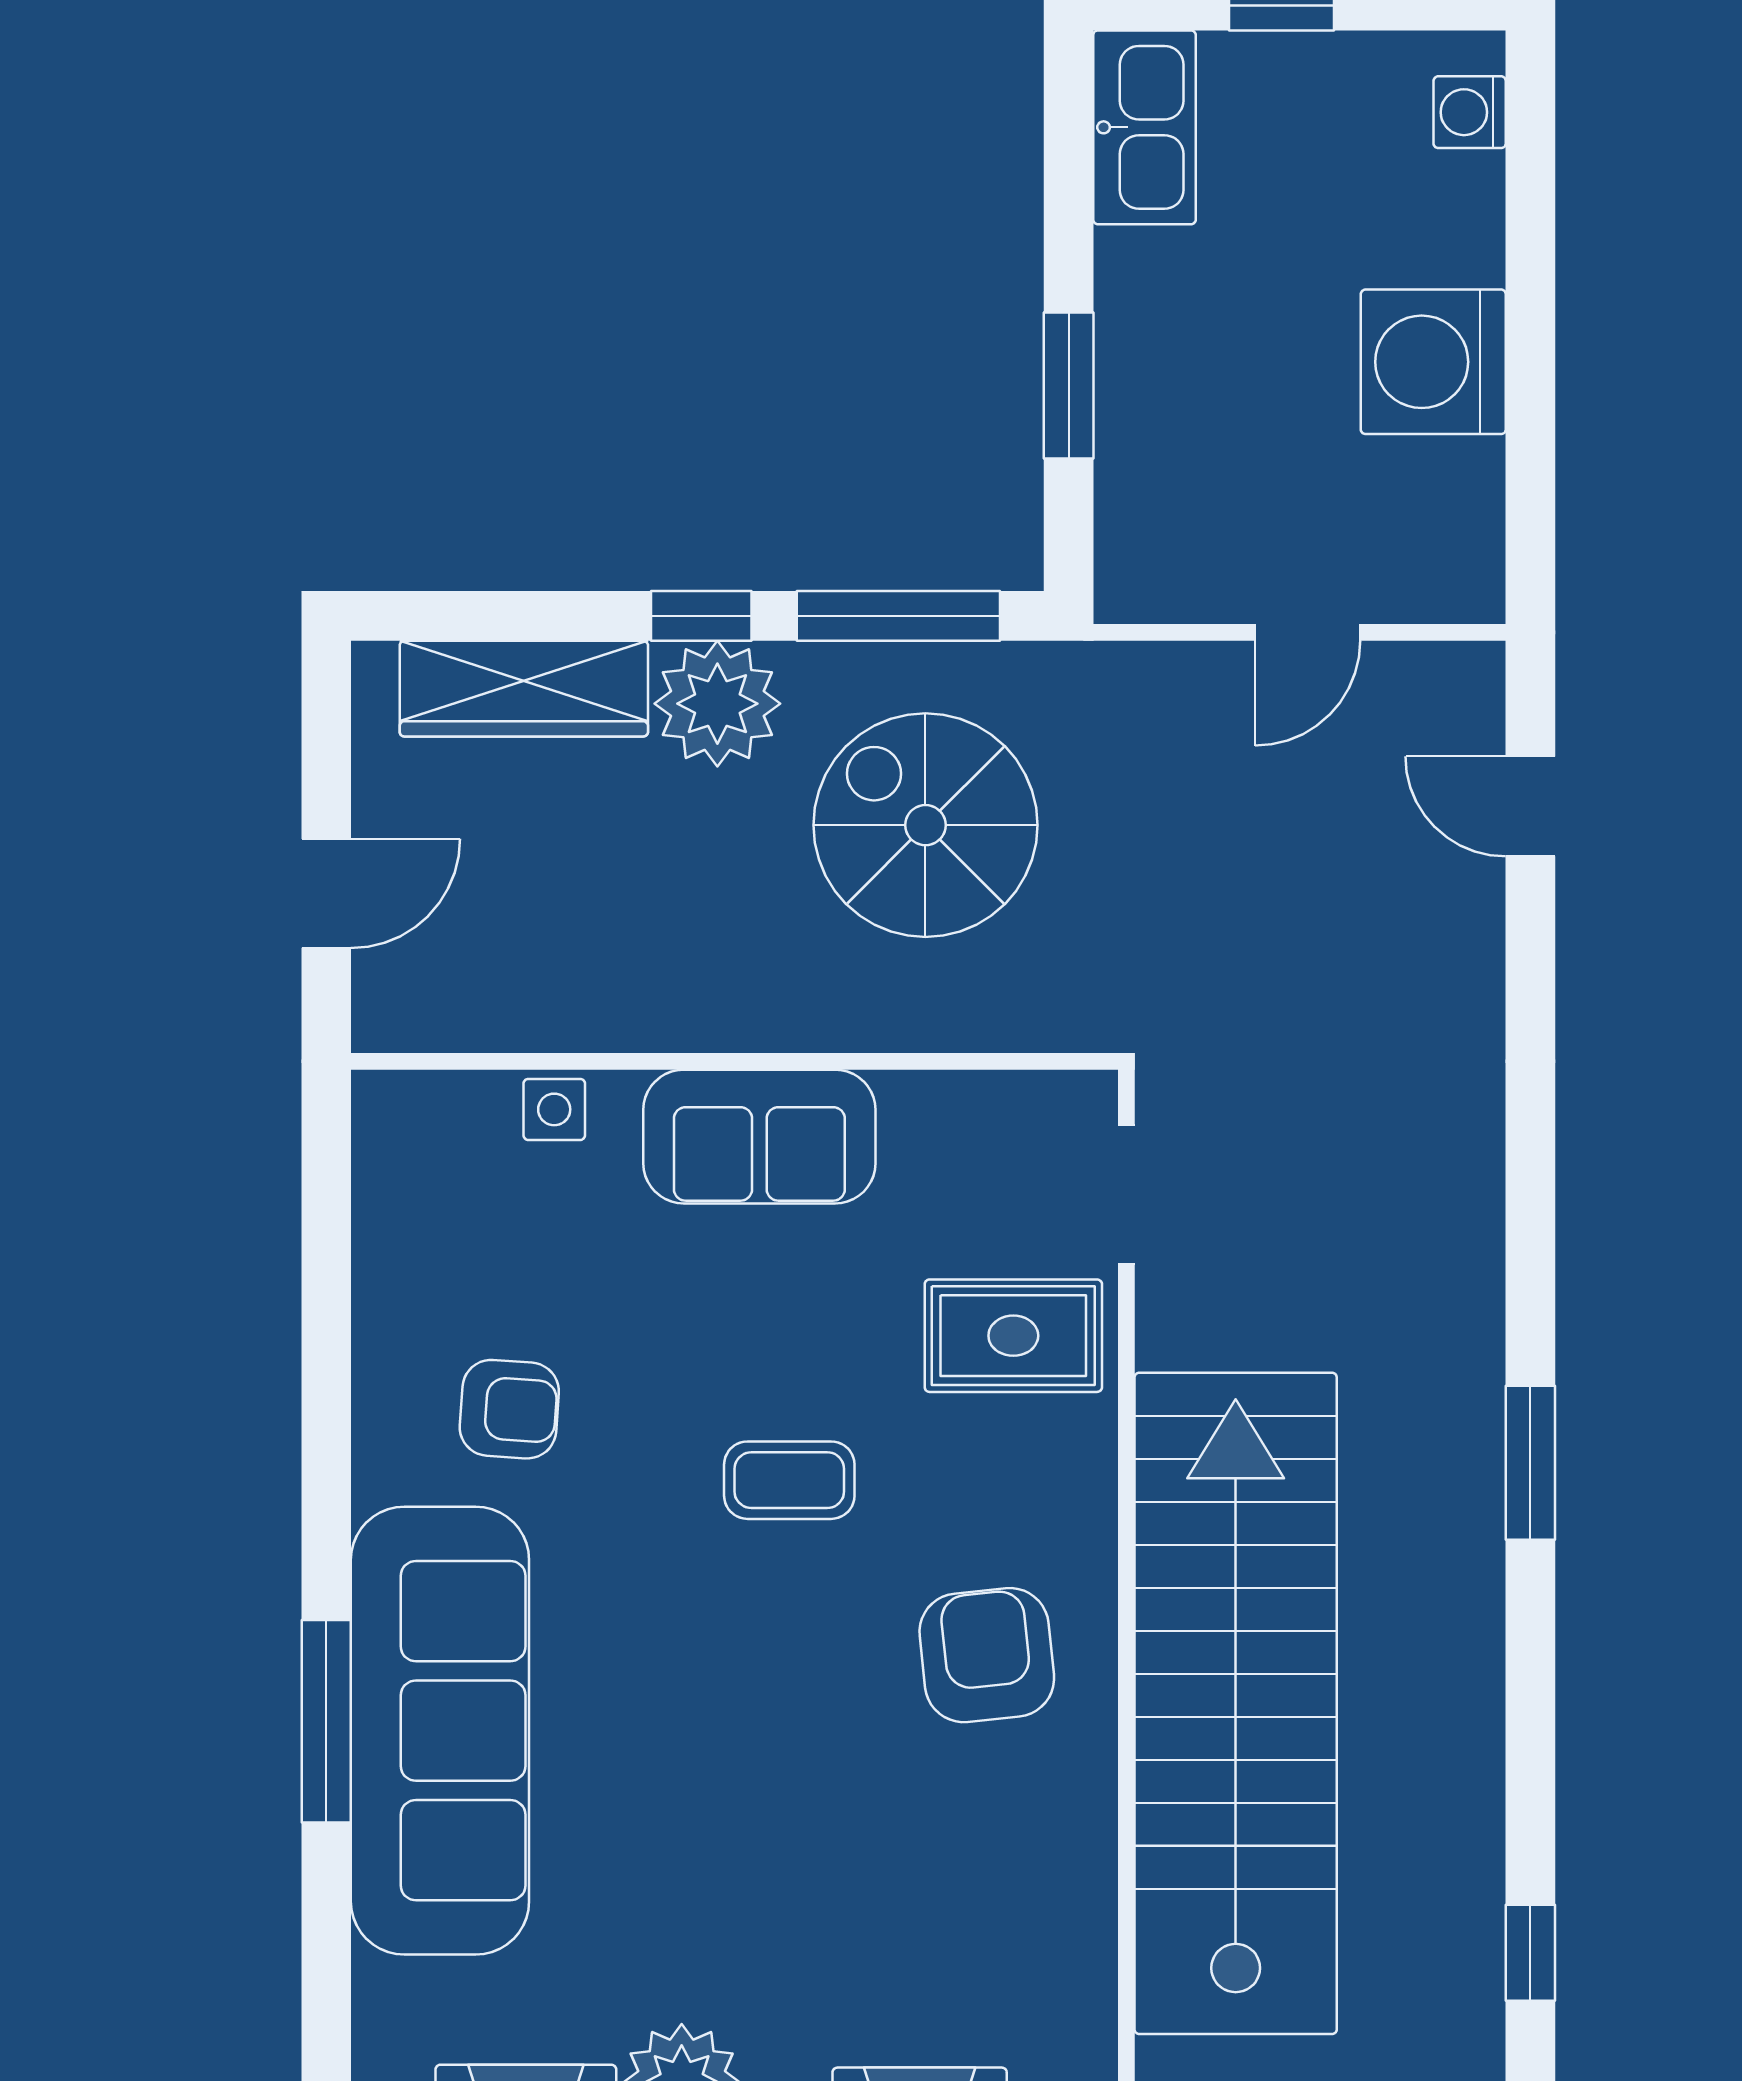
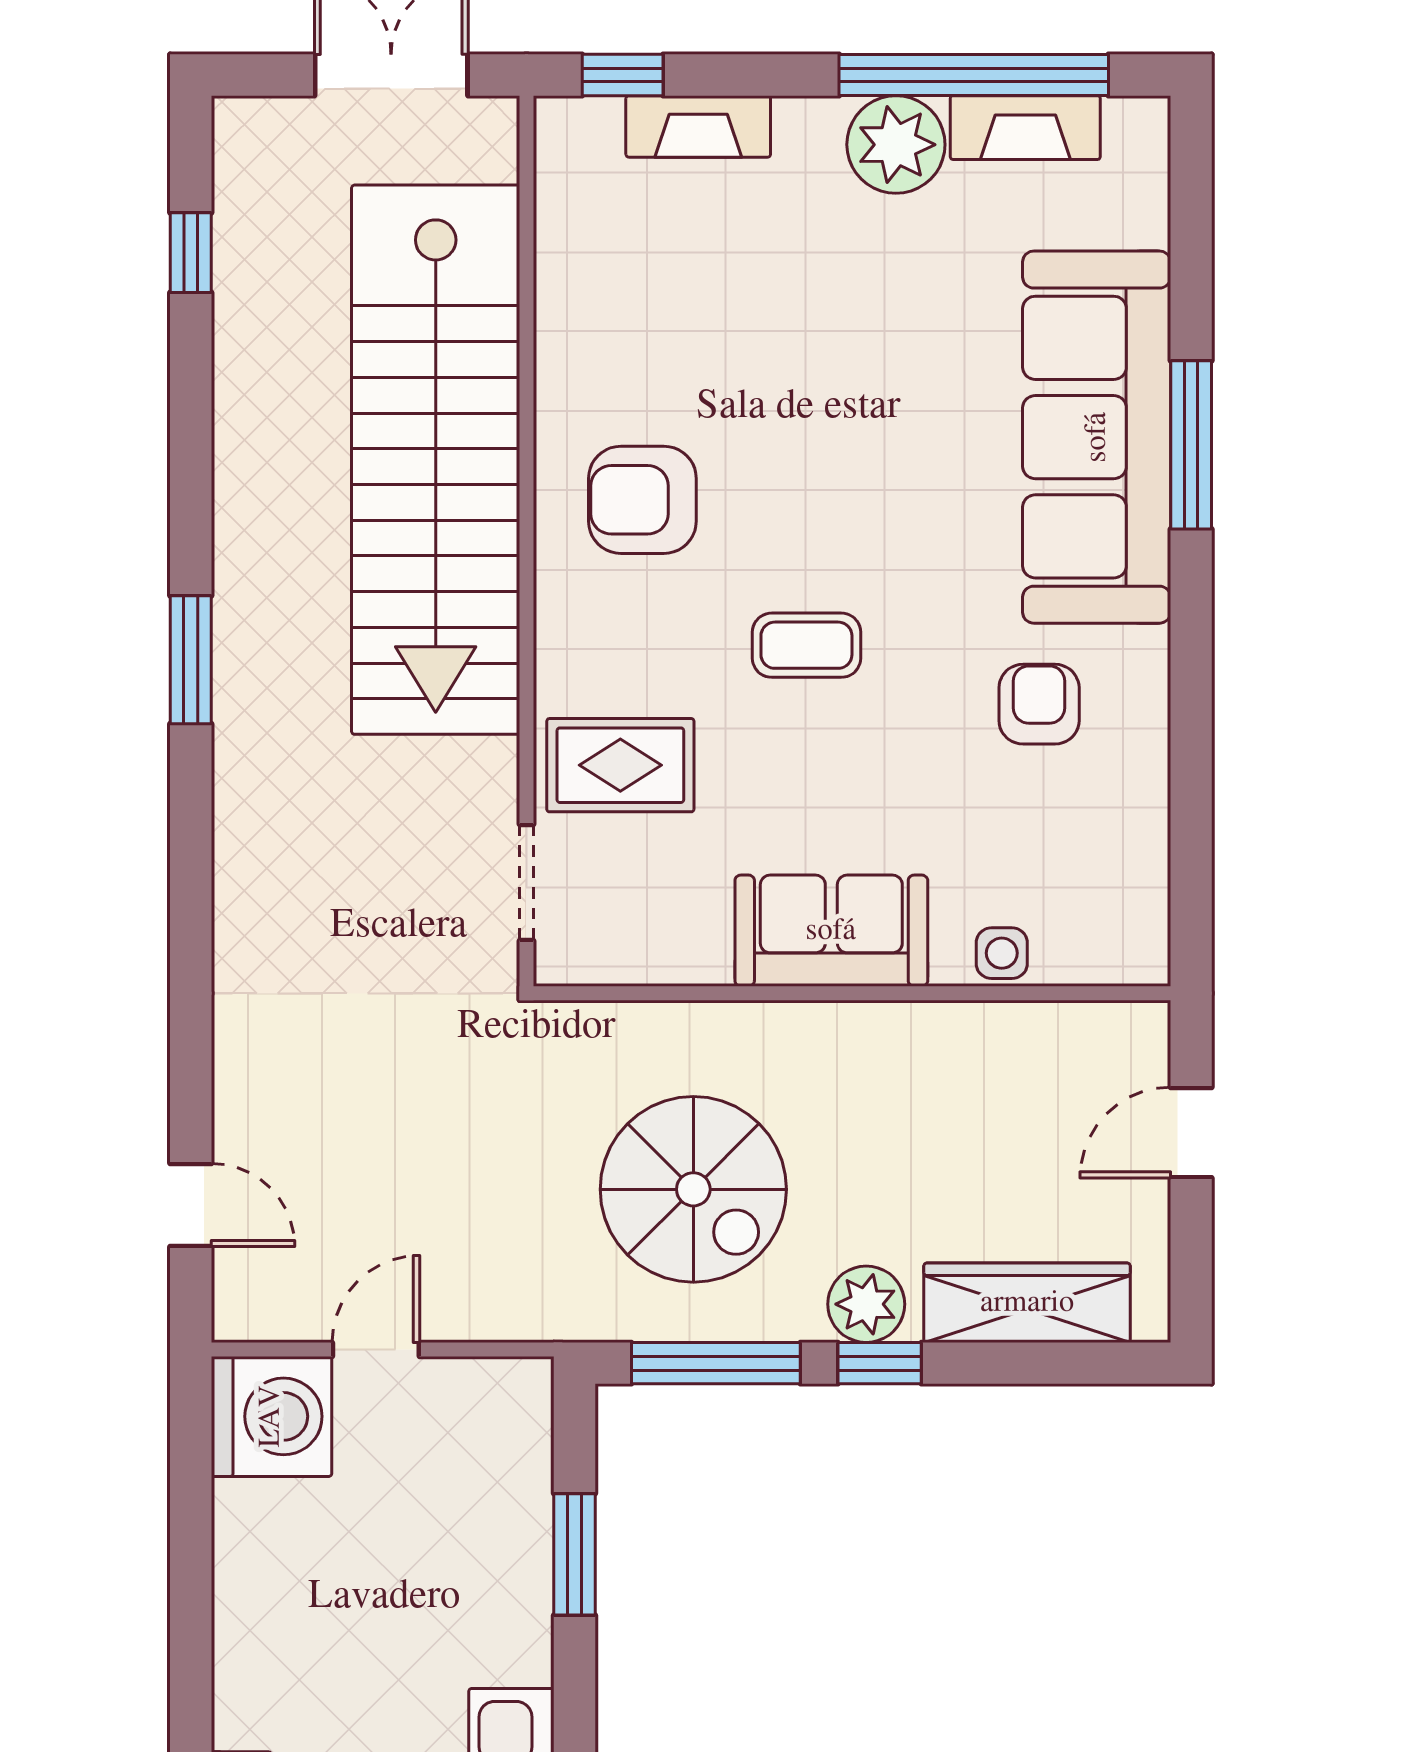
washing machine: (1433, 362) -> (271, 1416), moved
plant: (717, 704) -> (866, 1304), width x0.73, depth x0.73
armchair: (509, 1409) -> (1039, 704), turned 86
armchair: (987, 1655) -> (642, 500), turned 96

